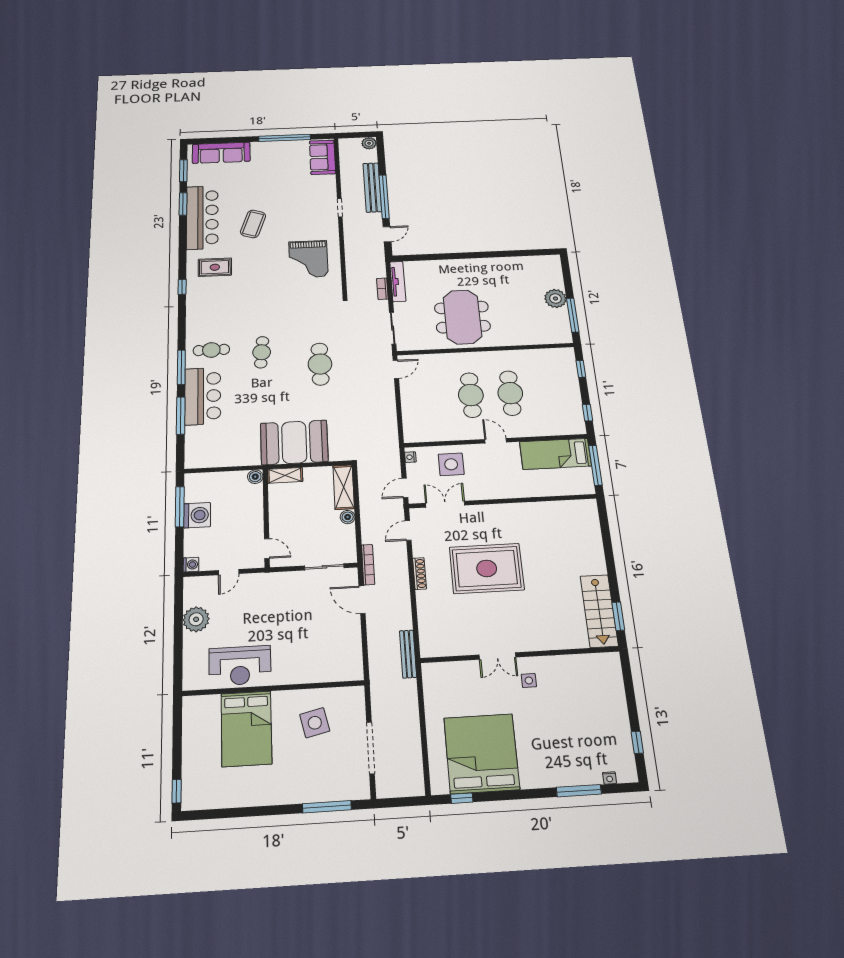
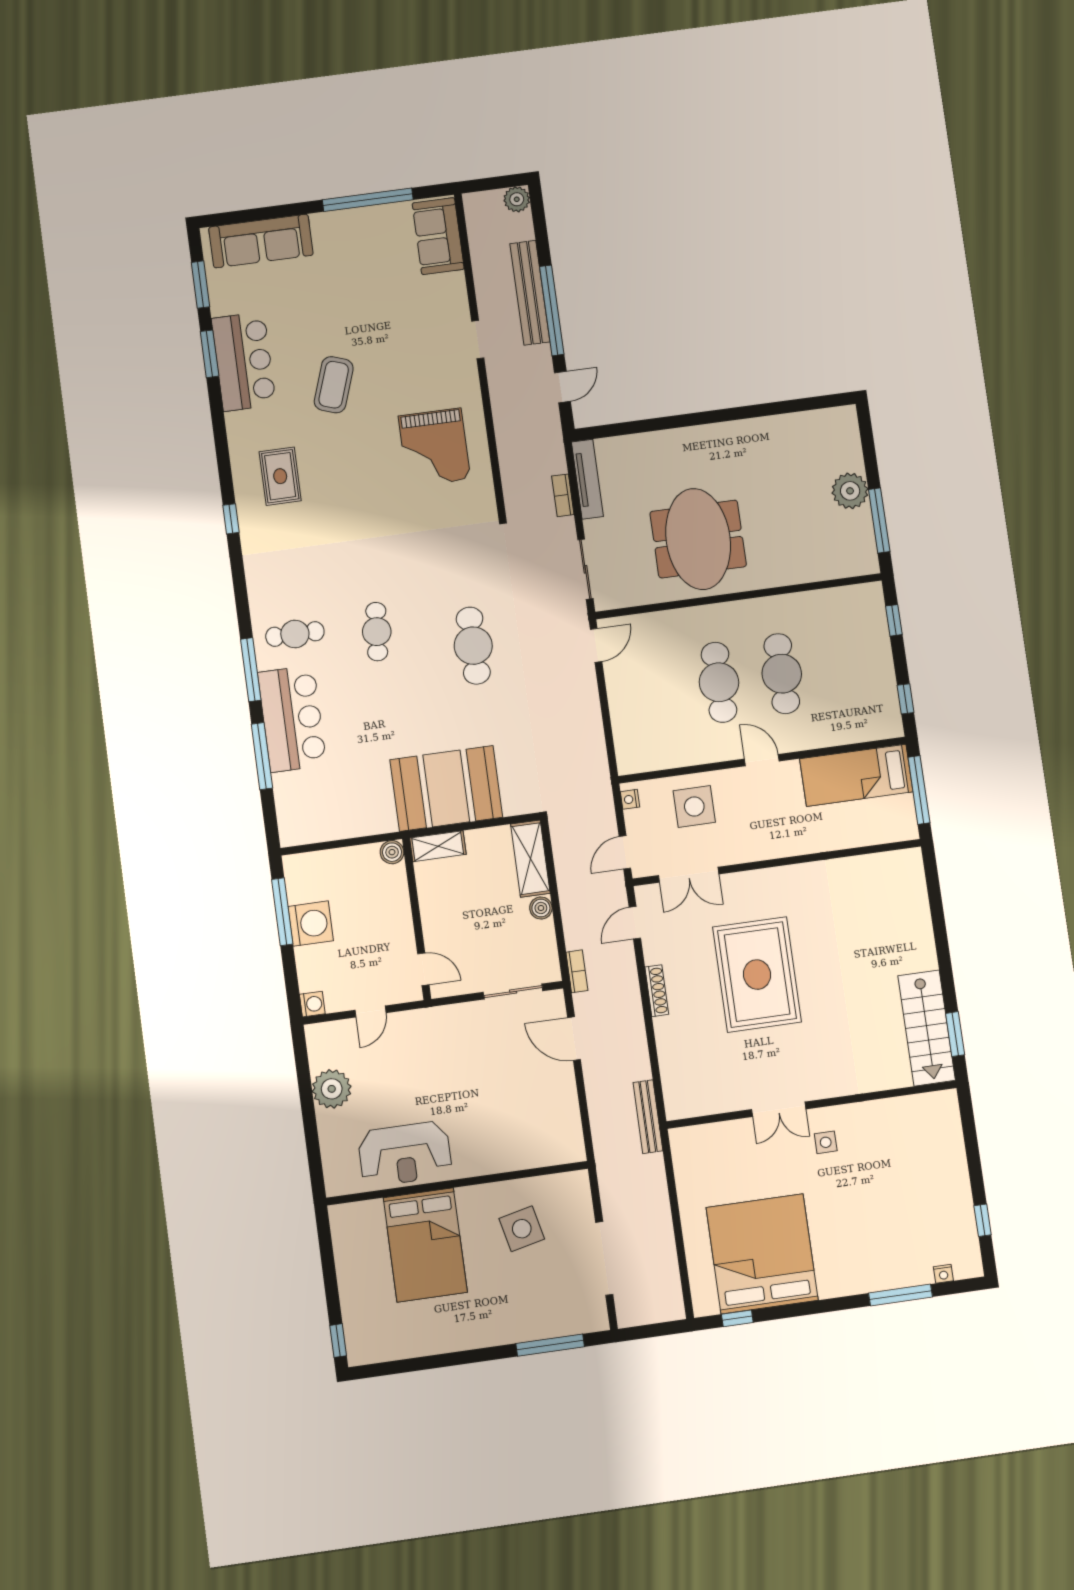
bar counter: (202, 217) -> (244, 362), width x0.73
rug: (215, 267) -> (280, 476), turned 90
double door: (445, 504) -> (689, 875), swing flipped
bookcase: (368, 565) -> (577, 971), width x0.64
rug: (487, 568) -> (757, 975), turned 90

